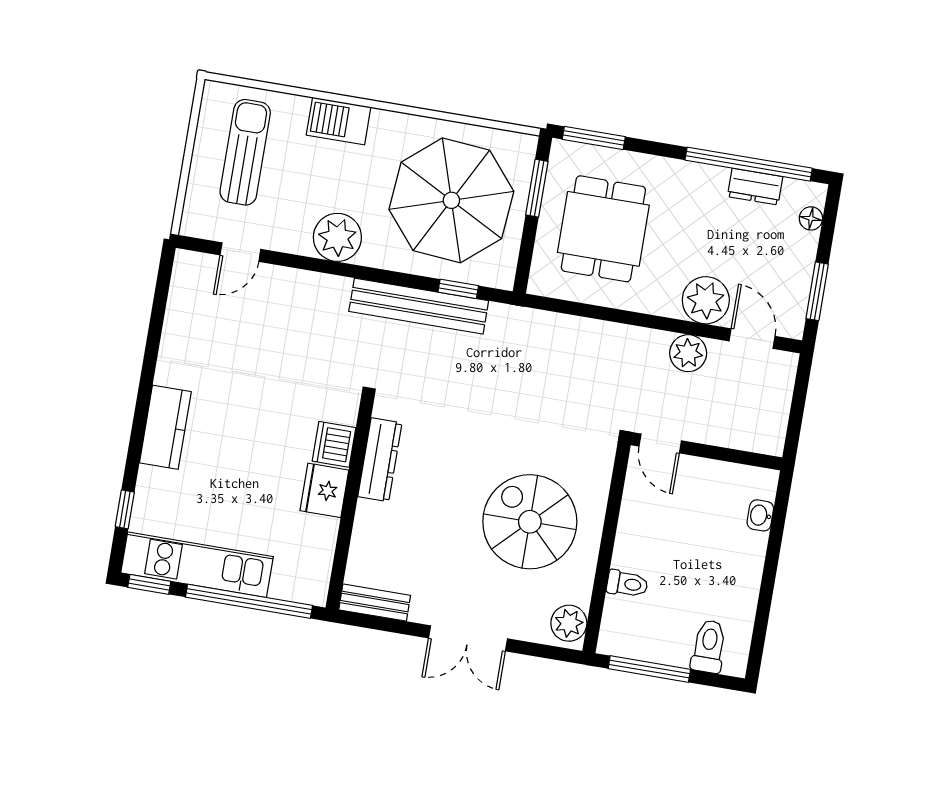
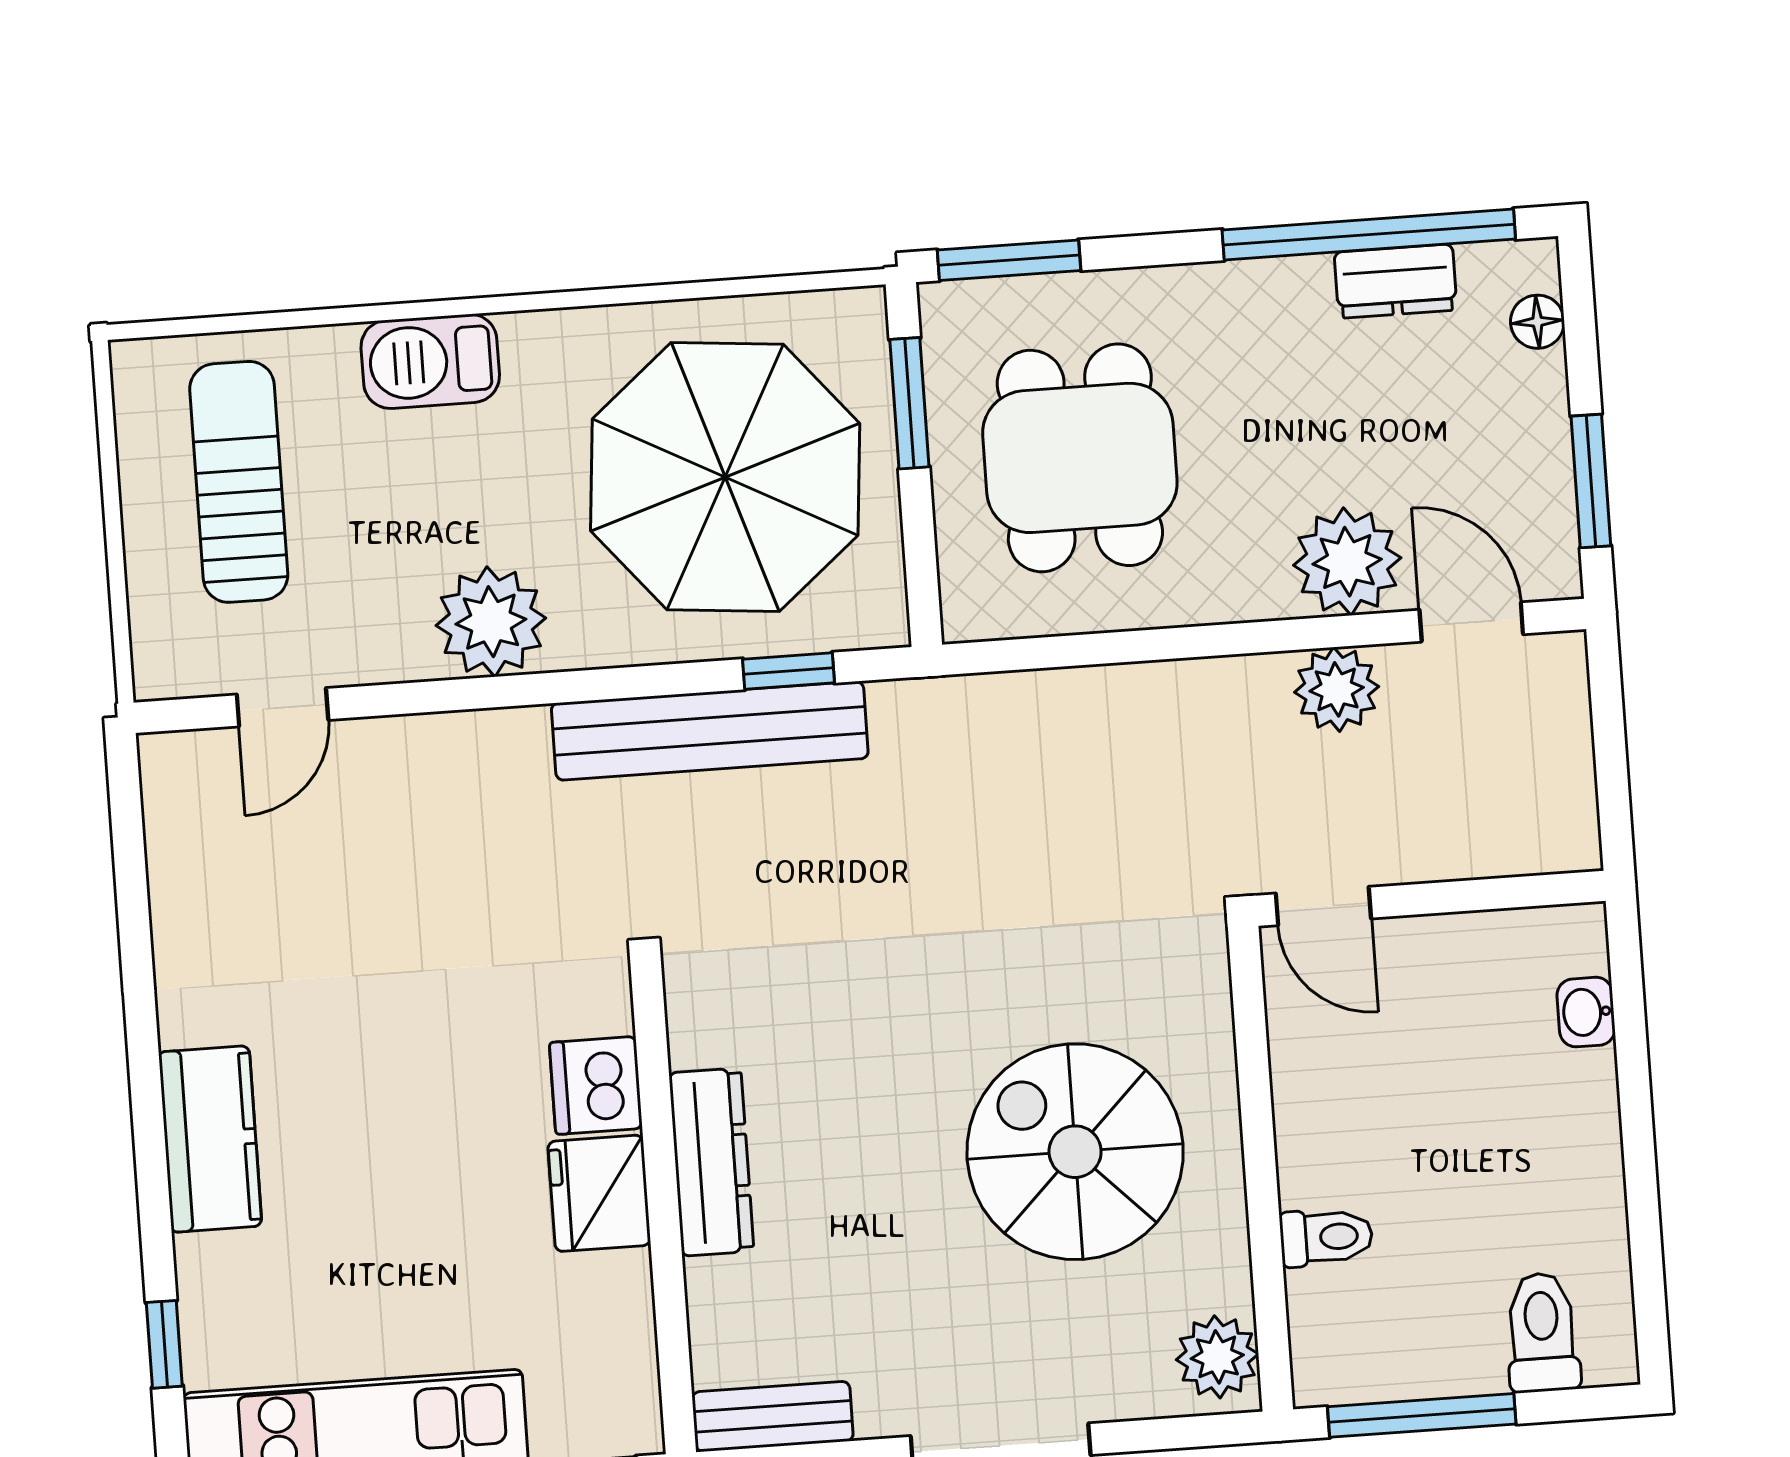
dresser: (380, 460) -> (711, 1162), moved

